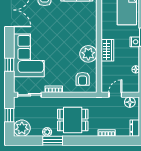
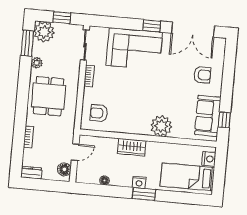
plant: (88, 54) -> (161, 126), moved
window: (9, 65) -> (152, 26), moved
door: (115, 95) -> (75, 152), hinge flipped
window: (53, 141) -> (27, 43), moved

